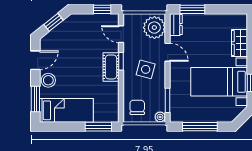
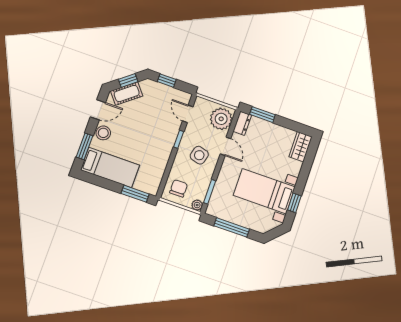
window: (102, 9) -> (167, 81), moved
wardrobe: (239, 43) -> (301, 147), moved
cot: (111, 67) -> (127, 94), moved, turned 51

